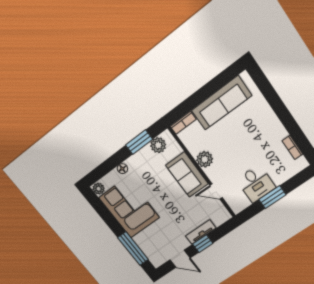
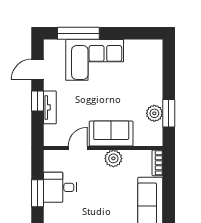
plant: (158, 145) -> (154, 113), moved
floor lamp: (122, 169) -> (157, 81), removed
plant: (99, 189) -> (155, 46), removed
corner sofa: (129, 208) -> (95, 60), moved

